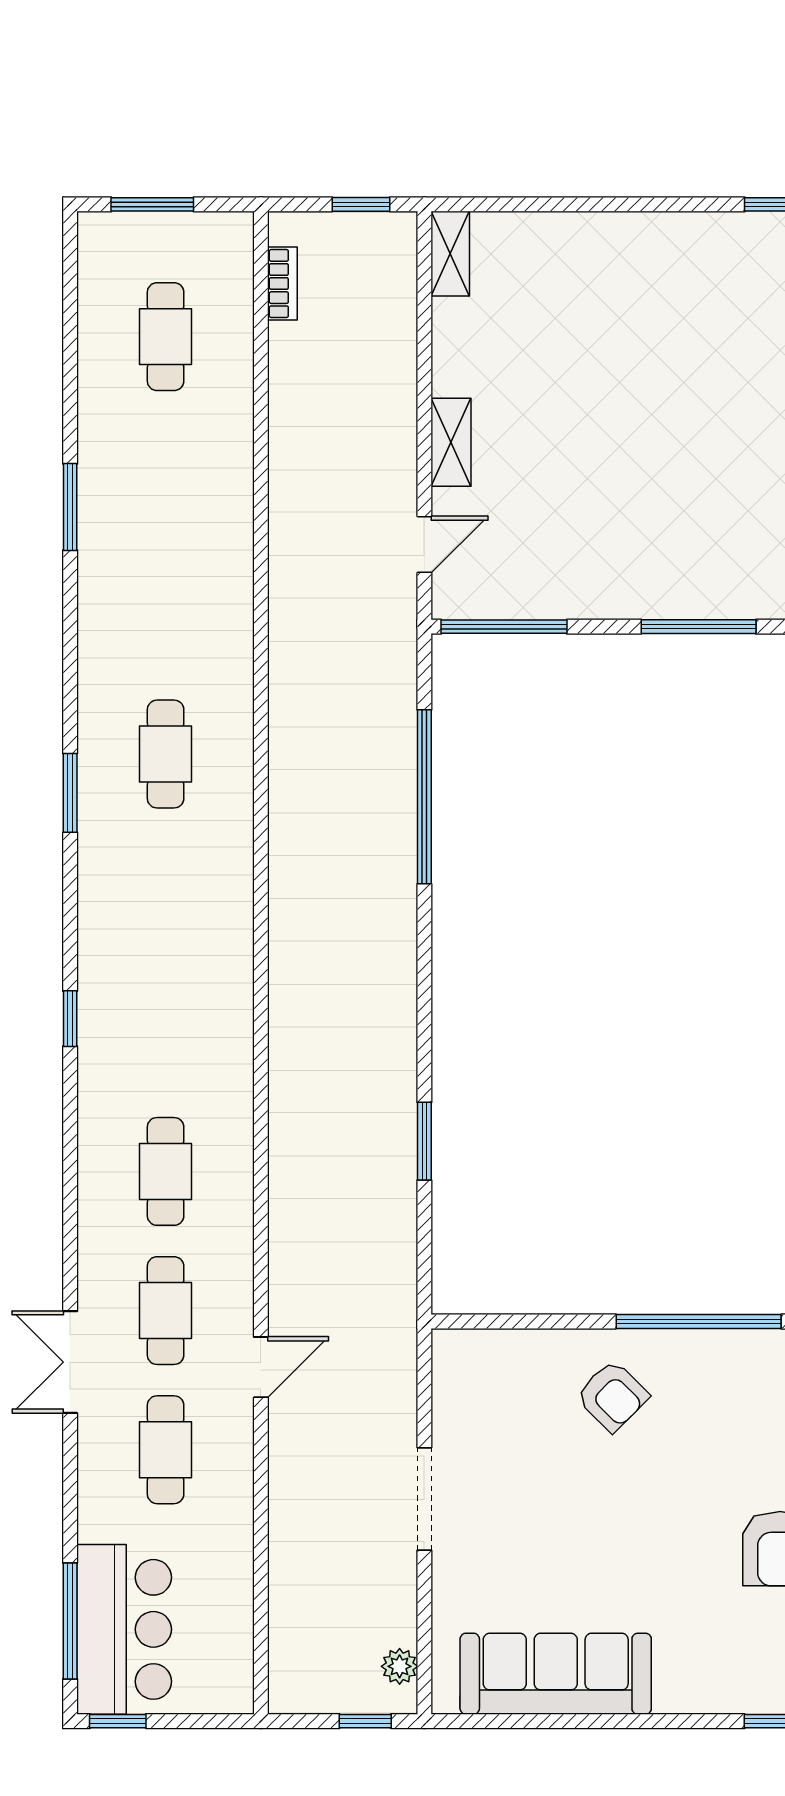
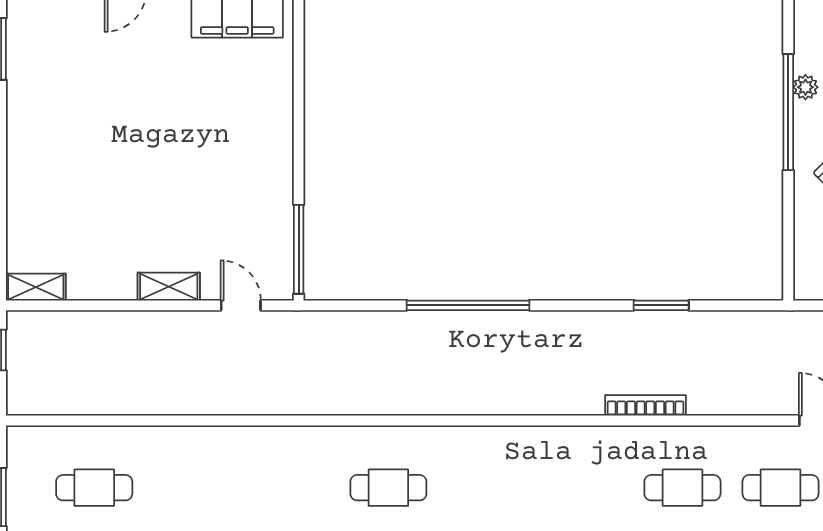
bookcase: (282, 284) -> (645, 405), moved, width x1.56
window: (699, 627) -> (299, 112), removed
window: (424, 797) -> (468, 305), moved
plant: (734, 1346) -> (805, 87), added

